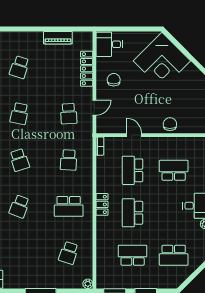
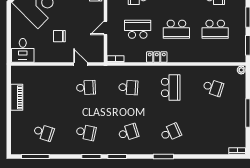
locker: (87, 69) -> (45, 71), removed
chair: (114, 80) -> (59, 36), moved
school desk: (133, 170) -> (138, 29), turned 180
locker: (102, 204) -> (157, 57), moved
school desk: (19, 206) -> (171, 132), turned -45
school desk: (133, 255) -> (215, 29), turned -90

